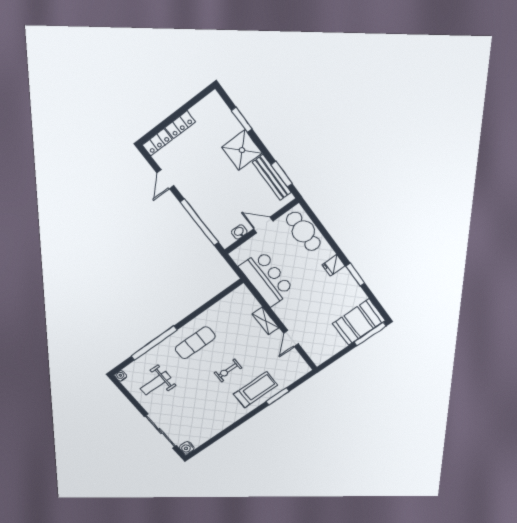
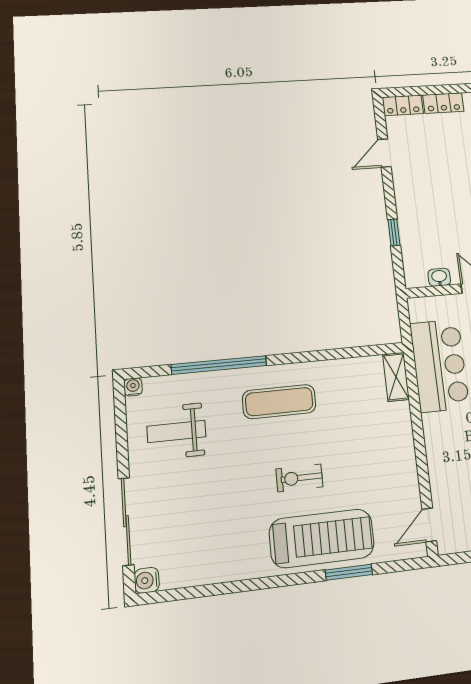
window: (199, 222) -> (394, 233), width x0.32
shelving: (266, 321) -> (396, 377), moved
door: (291, 339) -> (429, 525), moved
treadmill: (256, 390) -> (322, 538), width x1.37, depth x1.38

